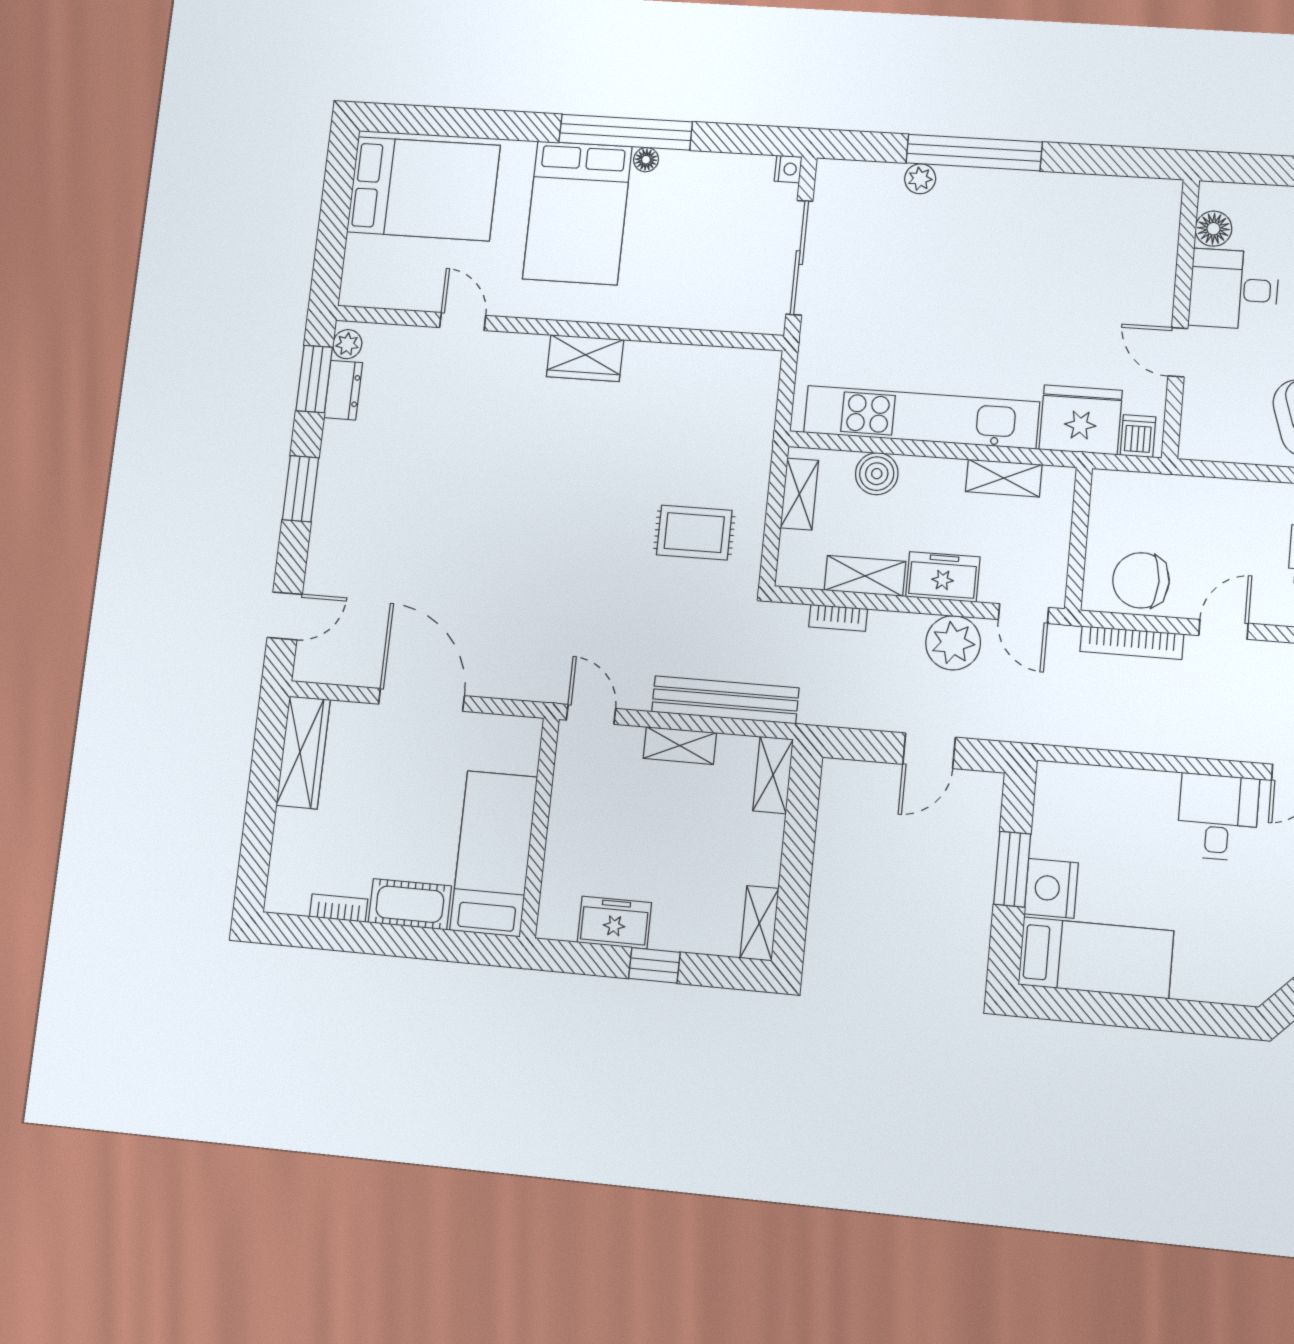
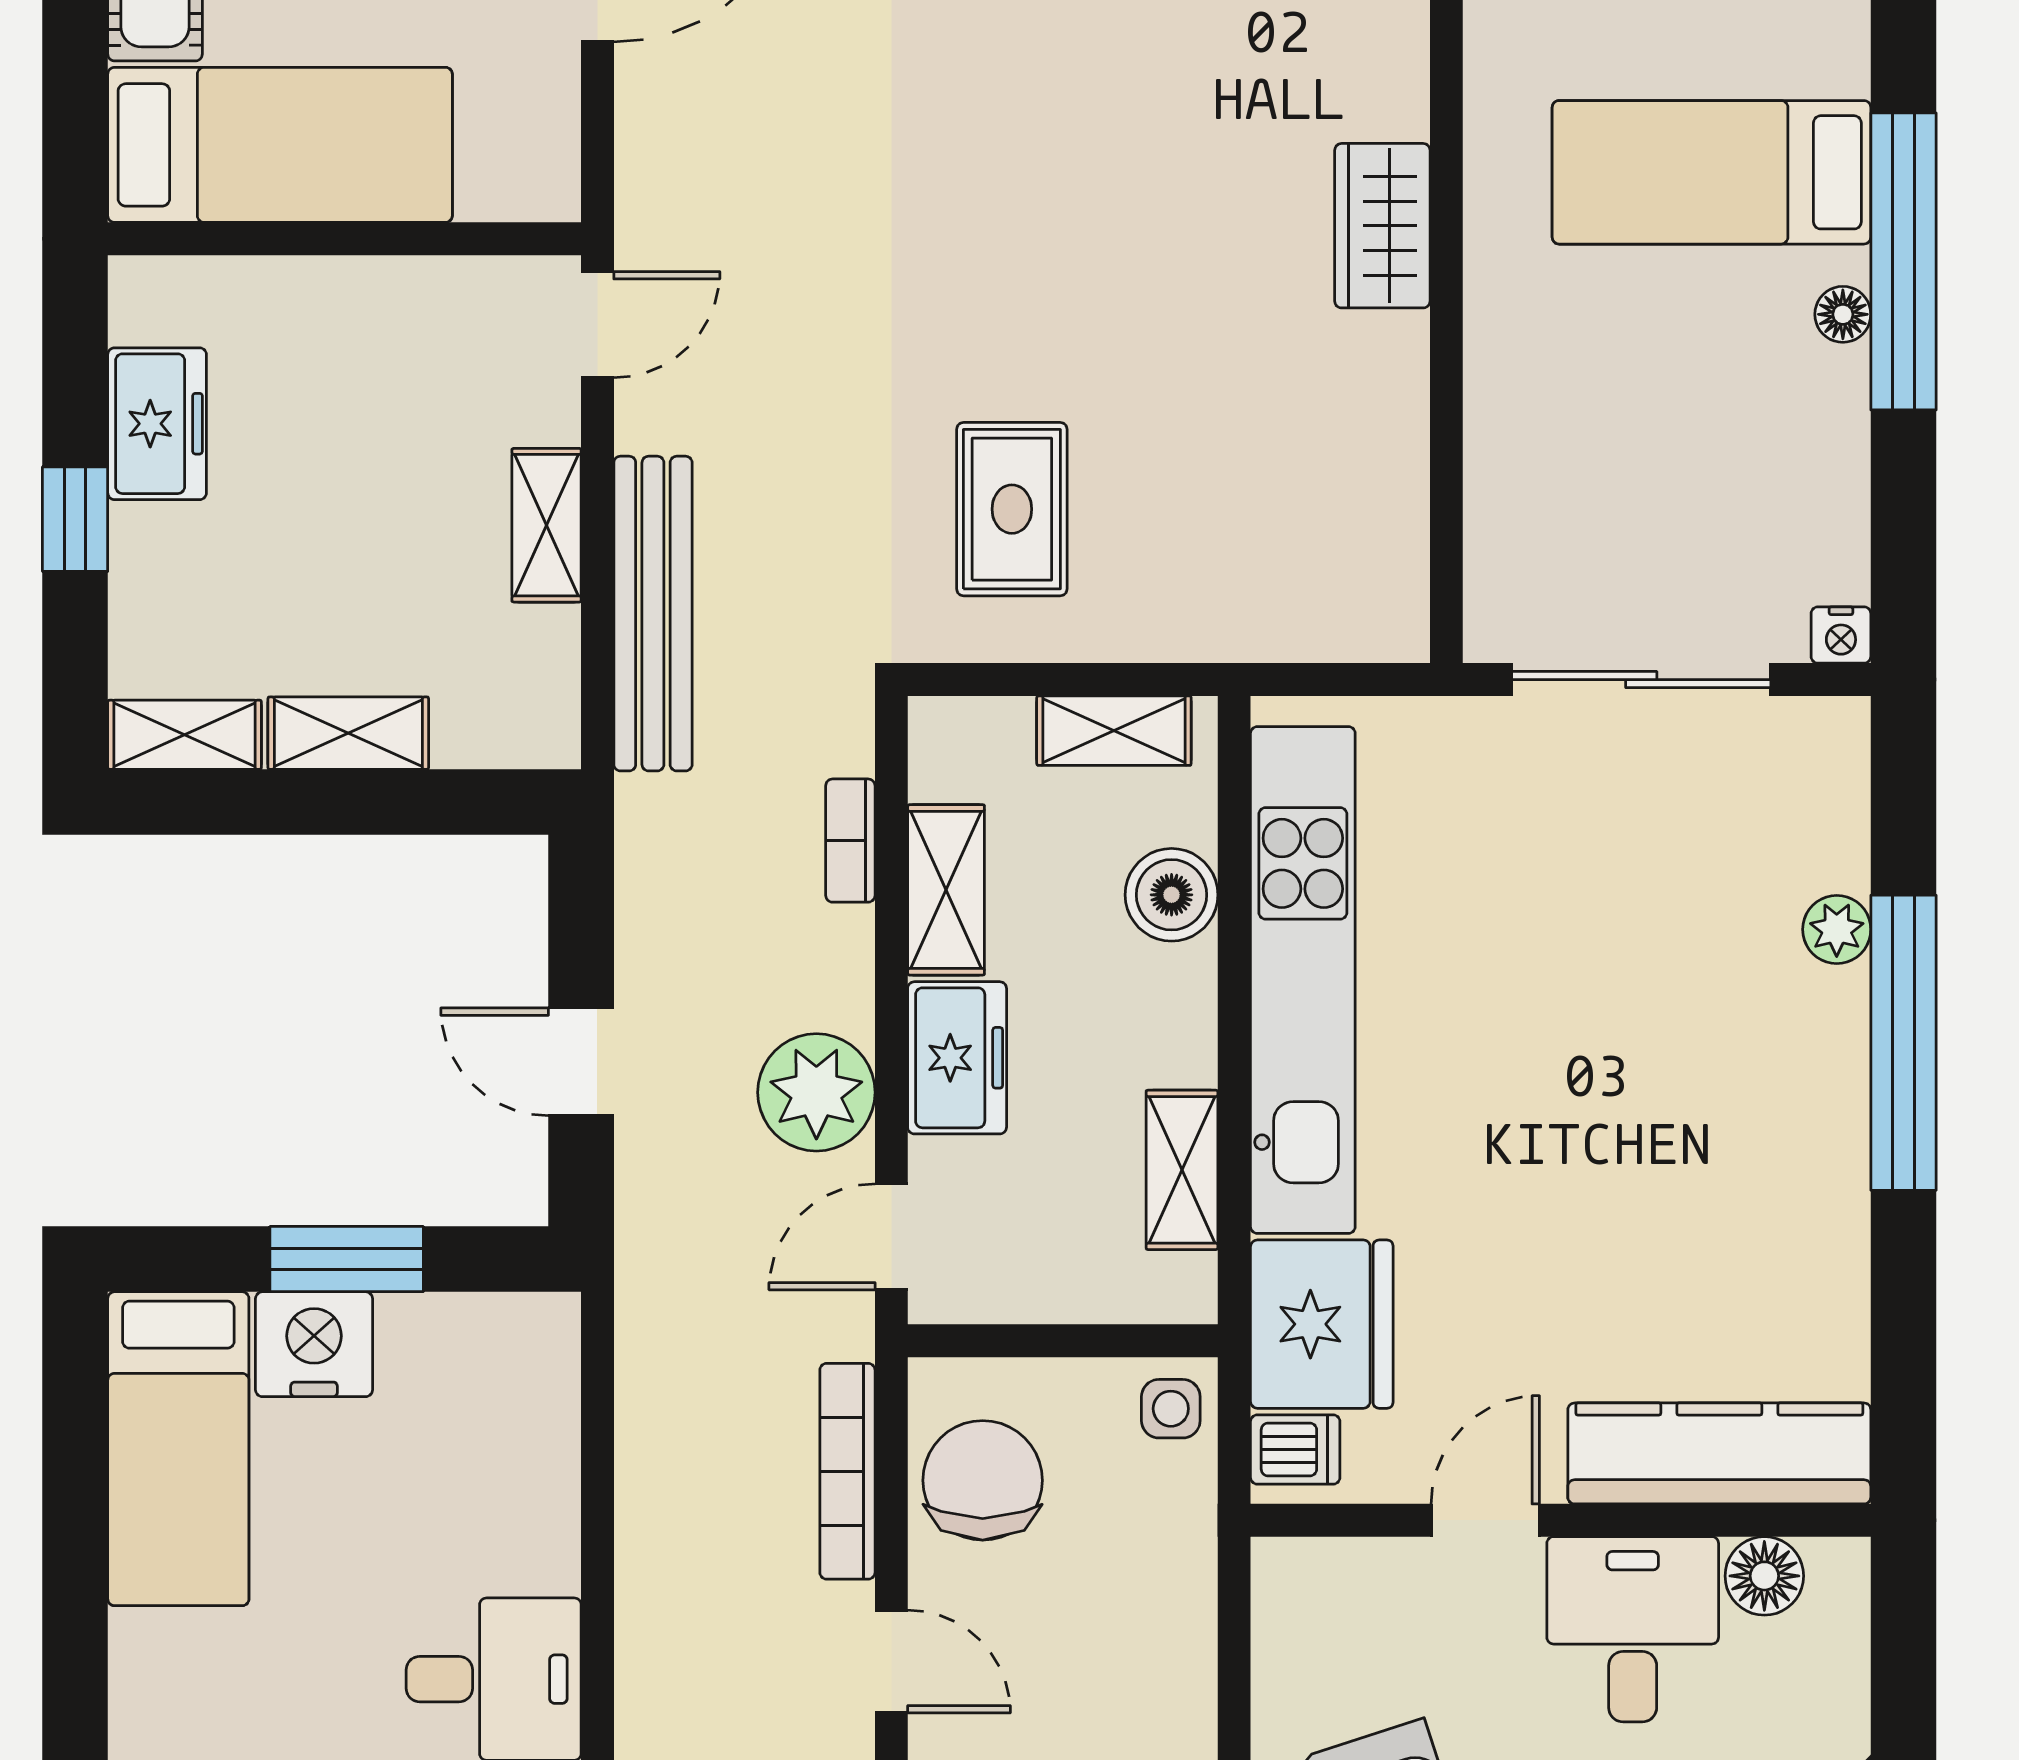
bed: (577, 213) -> (1712, 172), width x0.67
kitchen counter: (1155, 245) -> (1719, 1453), added
side table: (1114, 491) -> (1171, 1409), added
shelving: (773, 775) -> (348, 733), moved

